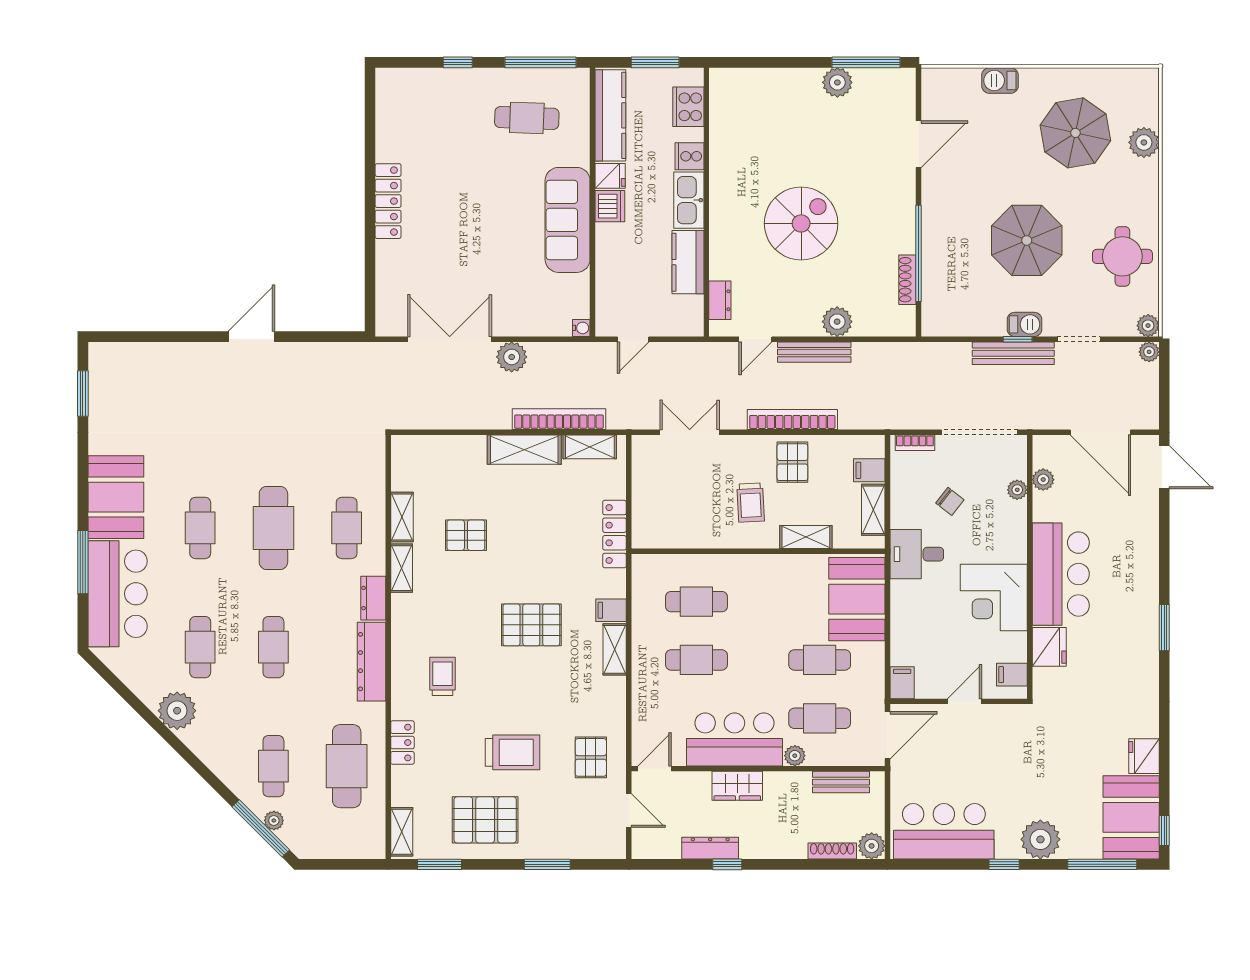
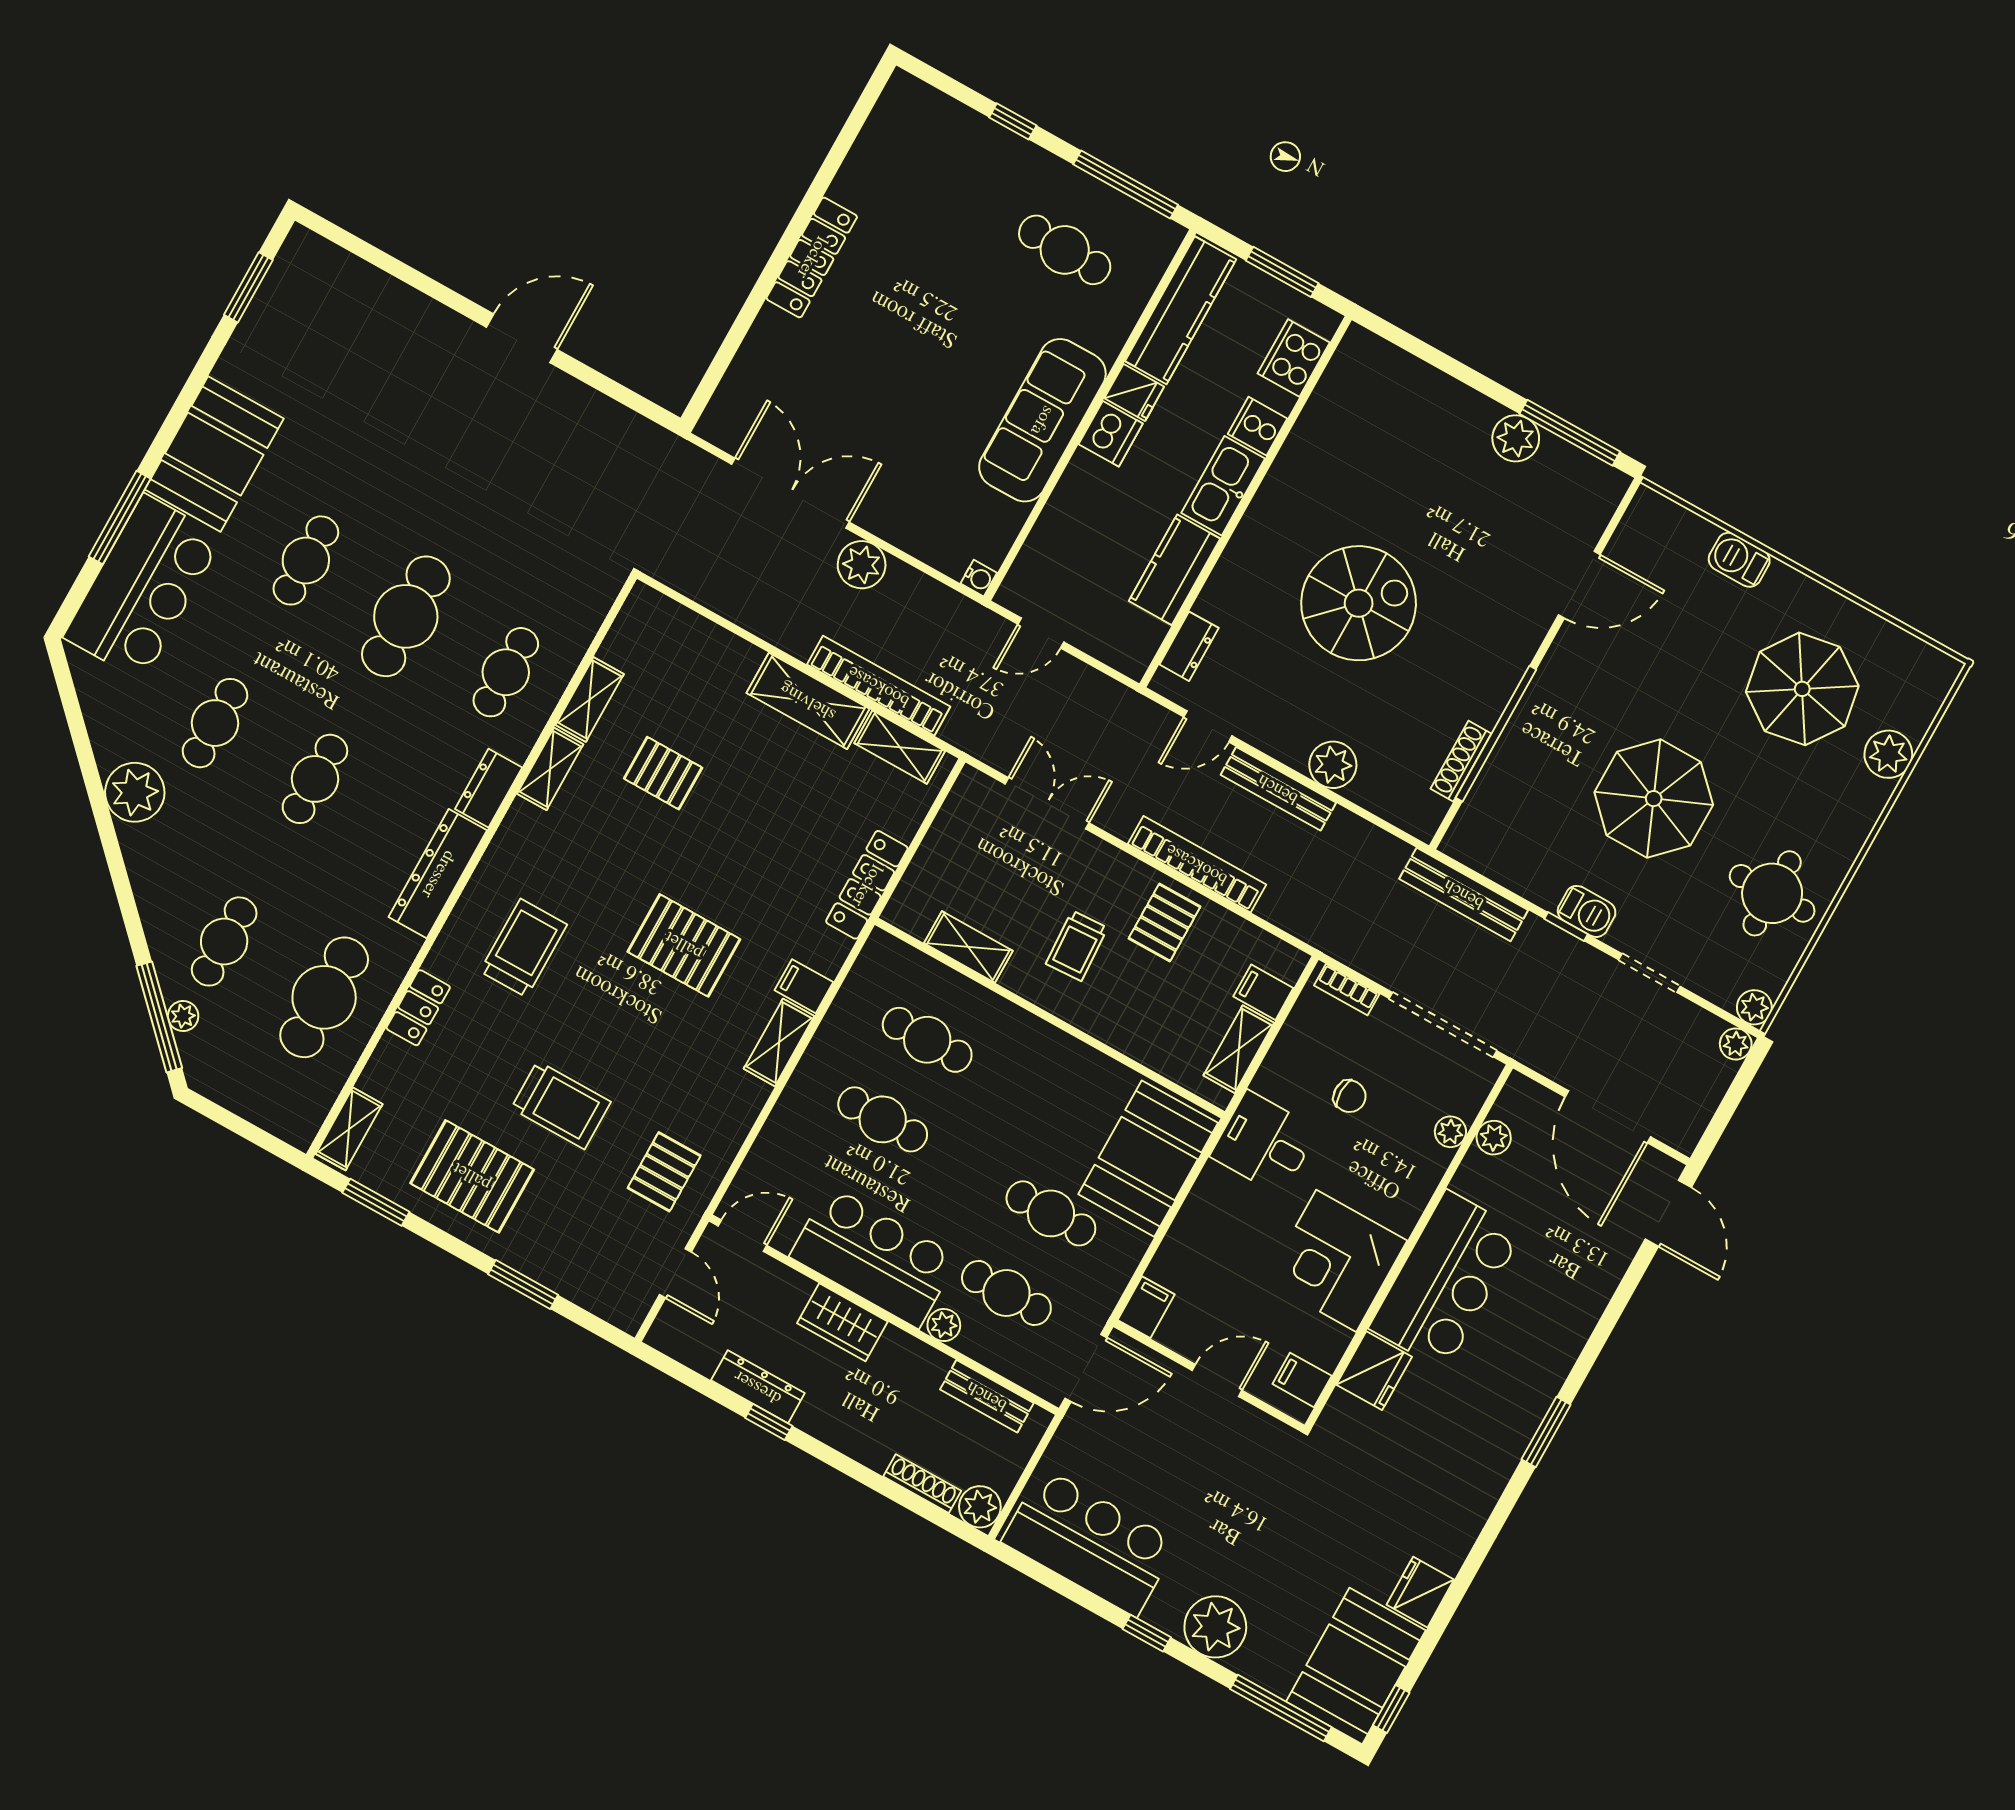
bench: (1013, 353) -> (1464, 894), moved
chair: (950, 501) -> (1350, 1096), turned -38
shelving: (806, 537) -> (968, 947), moved
trolley: (443, 676) -> (523, 948), width x1.36, depth x1.39

